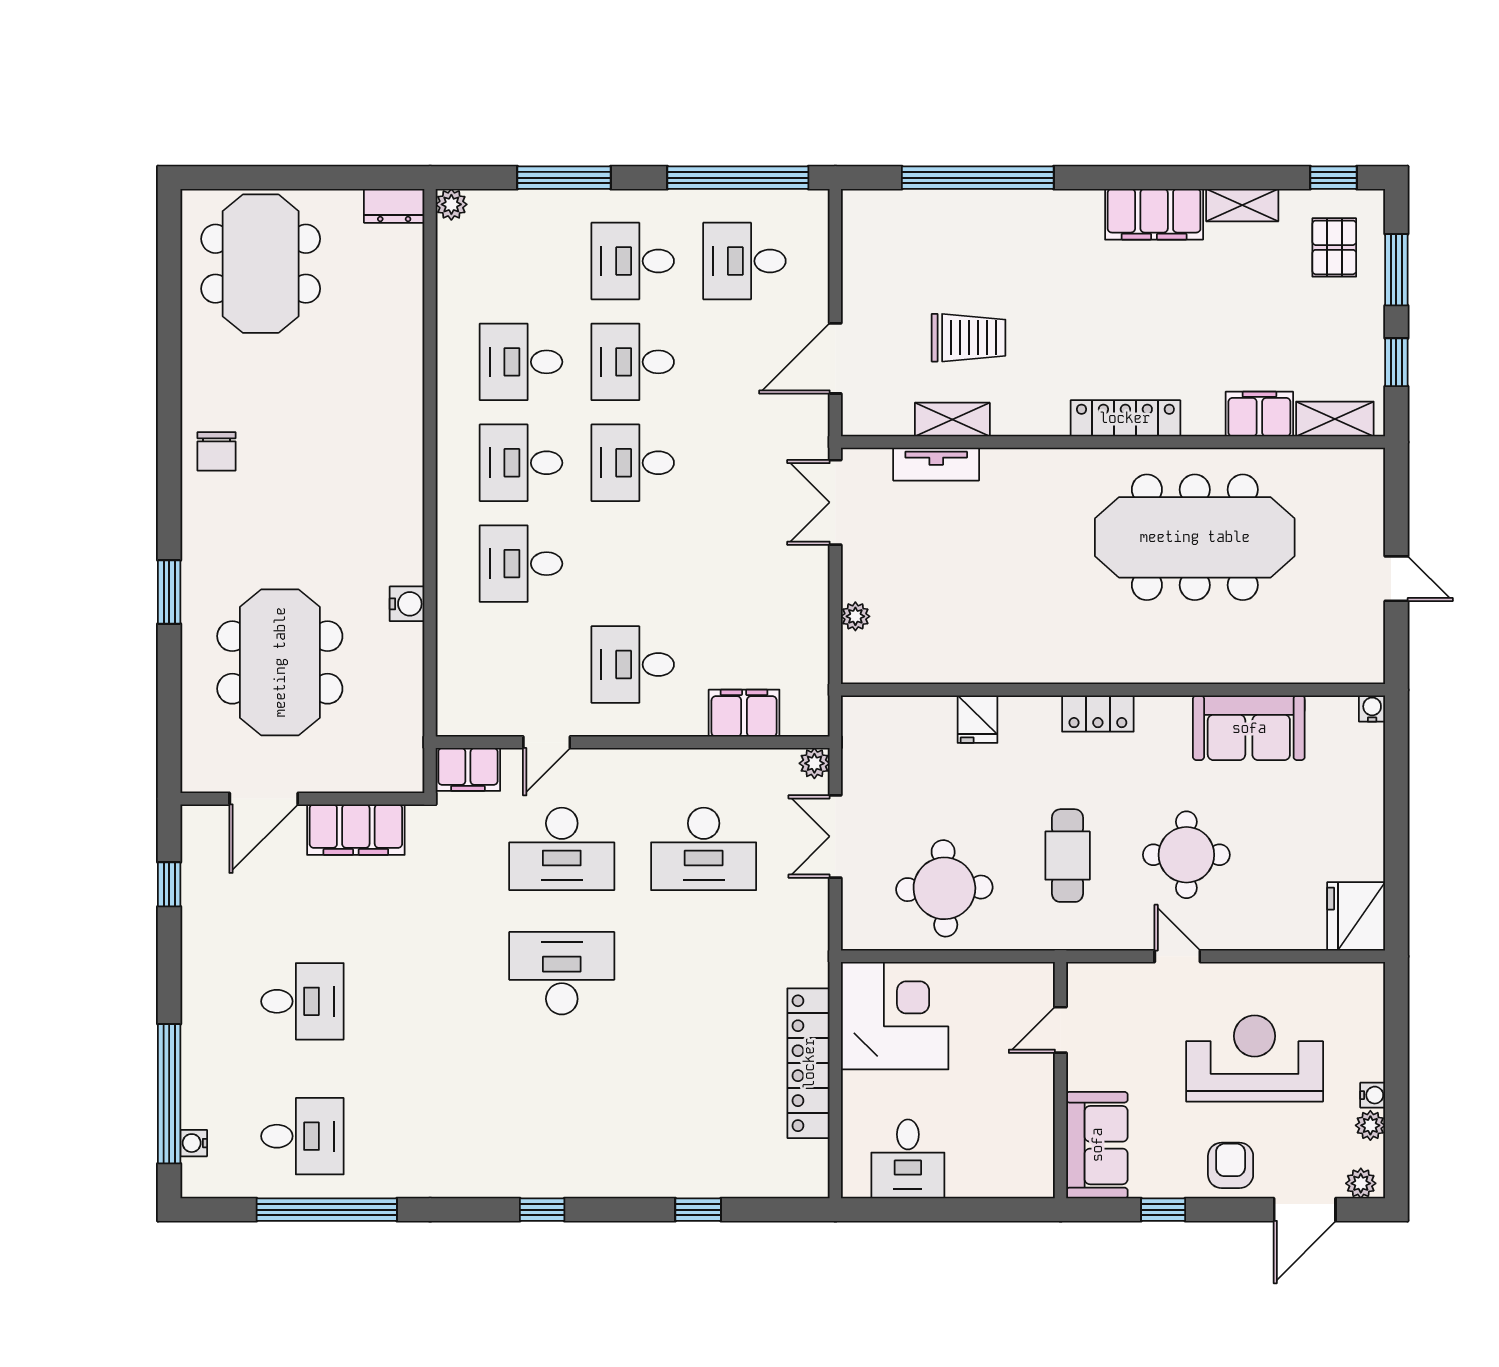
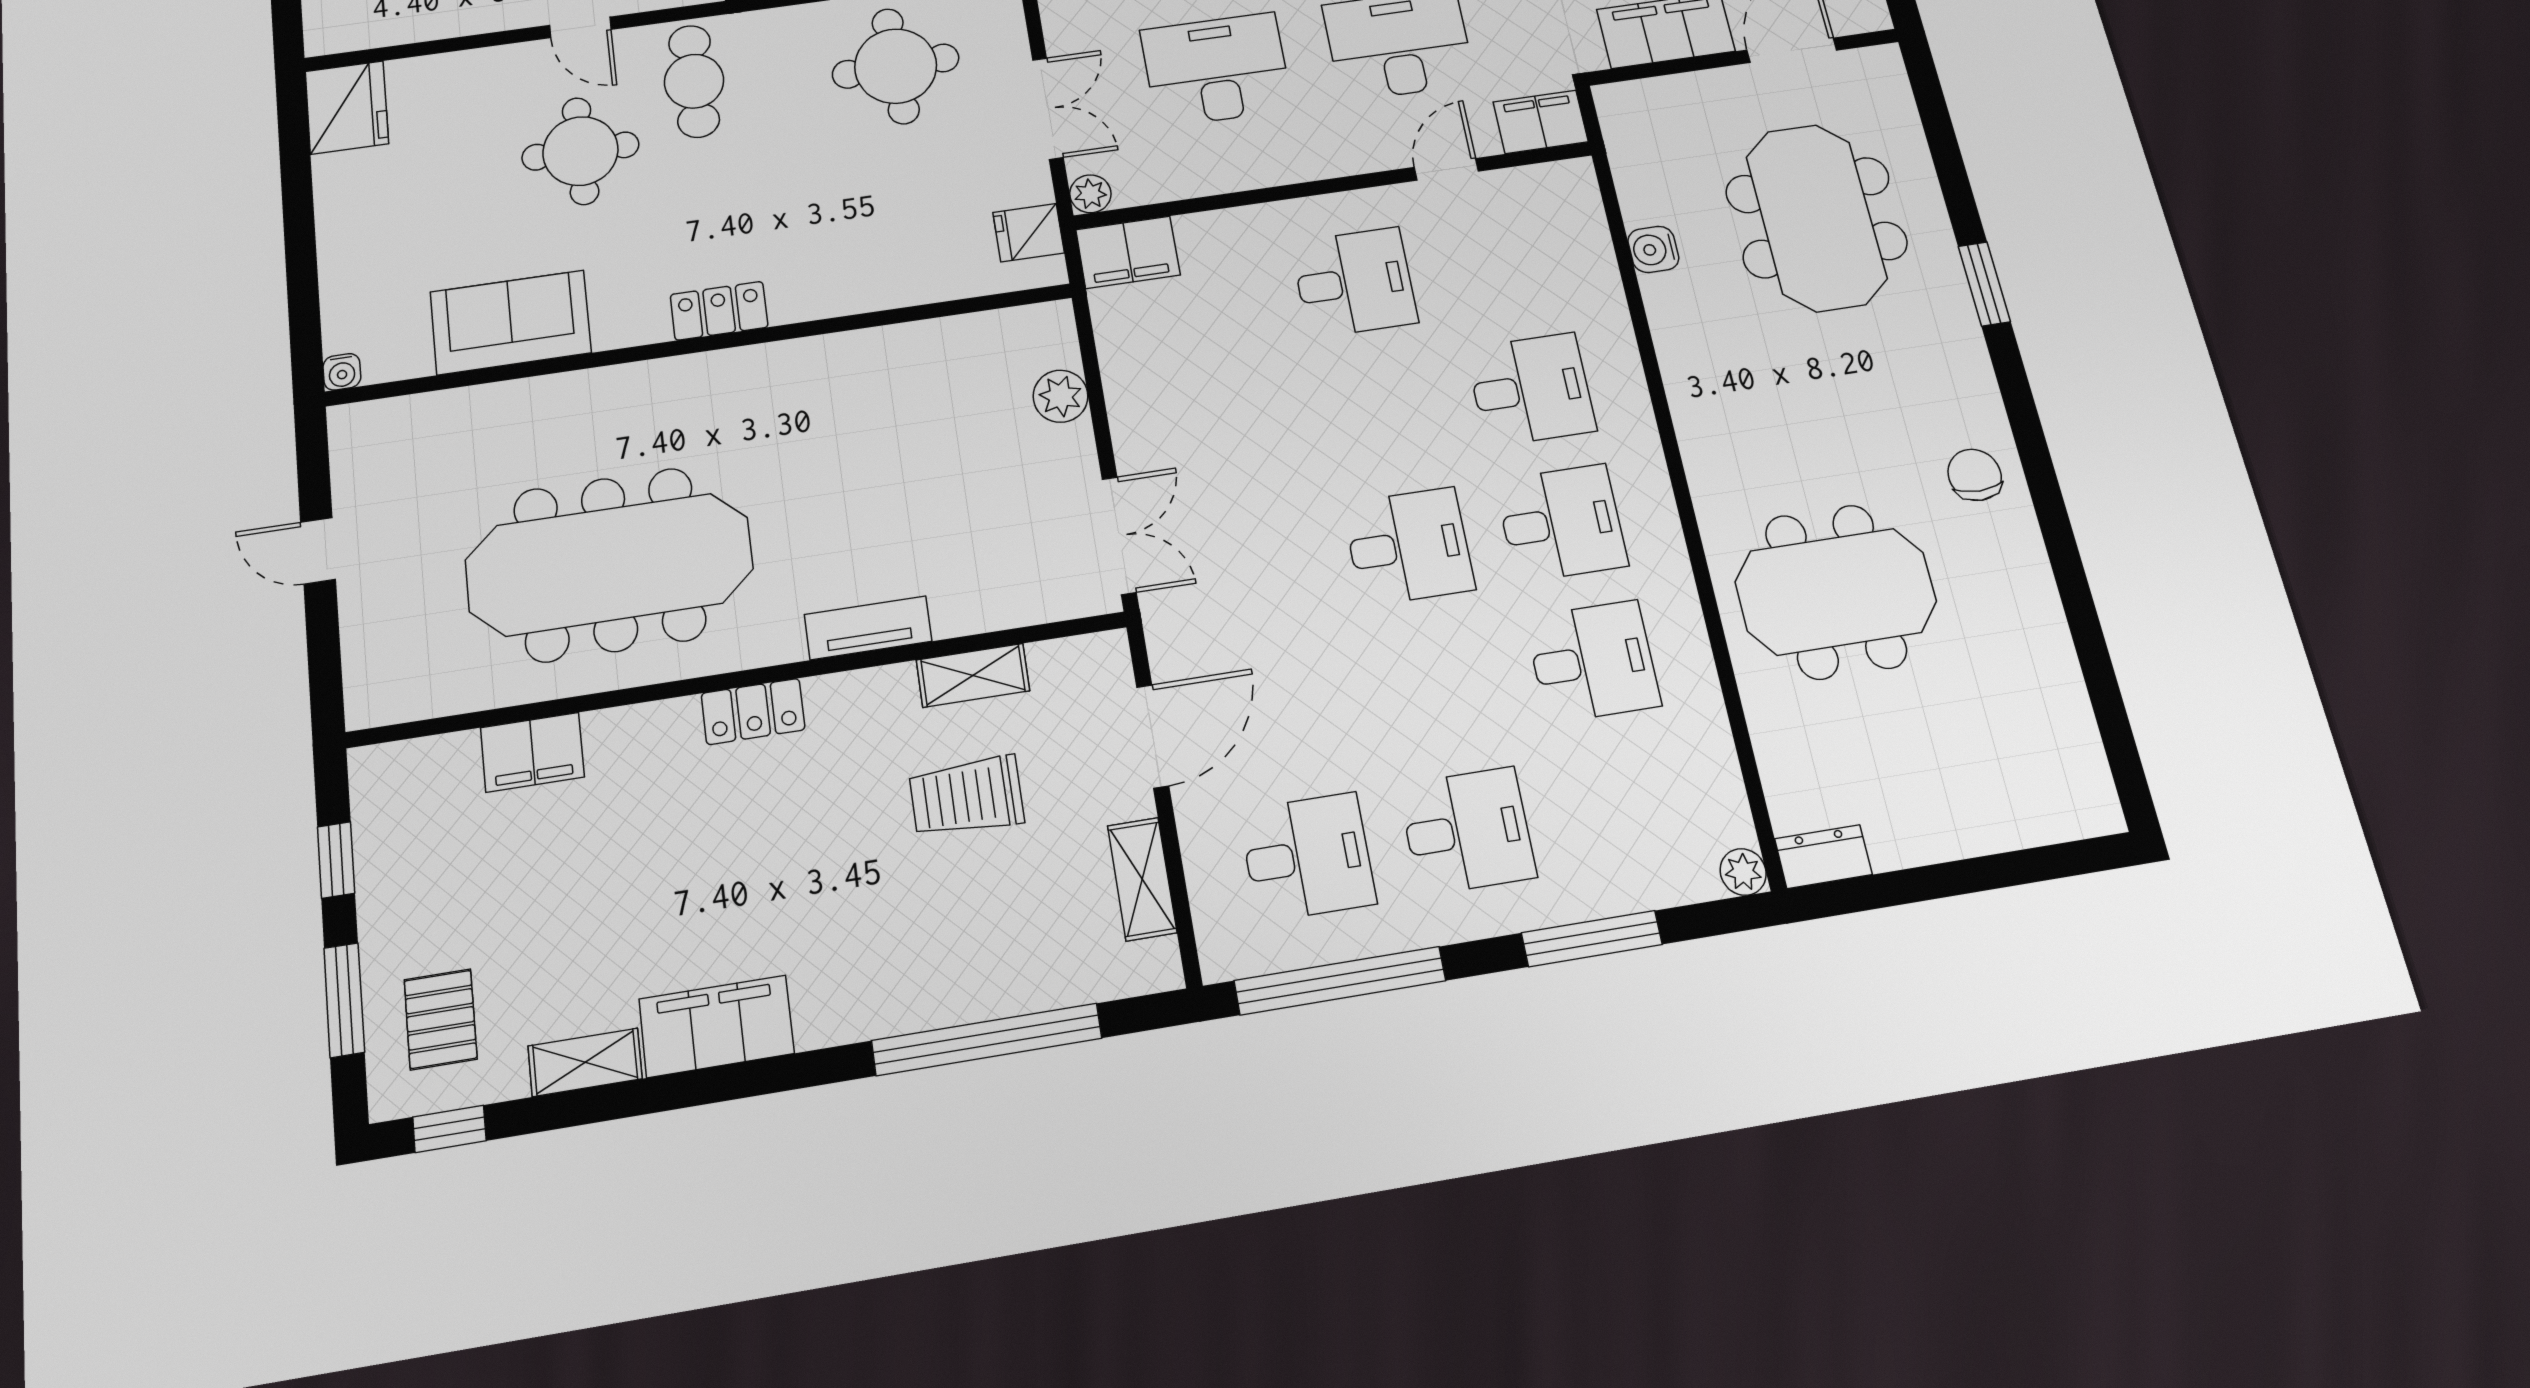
meeting table: (261, 264) -> (1836, 592), moved, turned 90
desk: (633, 362) -> (1437, 686), removed
locker: (1125, 418) -> (753, 712), width x0.66
shelving: (1335, 419) -> (1142, 879), moved, turned 90
tv unit: (936, 464) -> (868, 628), moved
water cooler: (407, 604) -> (1653, 249), moved
plant: (855, 616) -> (1061, 396), width x1.38, depth x1.38
filing cabinet: (744, 713) -> (1128, 252), moved
fridge: (977, 719) -> (1029, 233), moved, turned -90
cafe table: (1068, 856) -> (694, 81), moved

